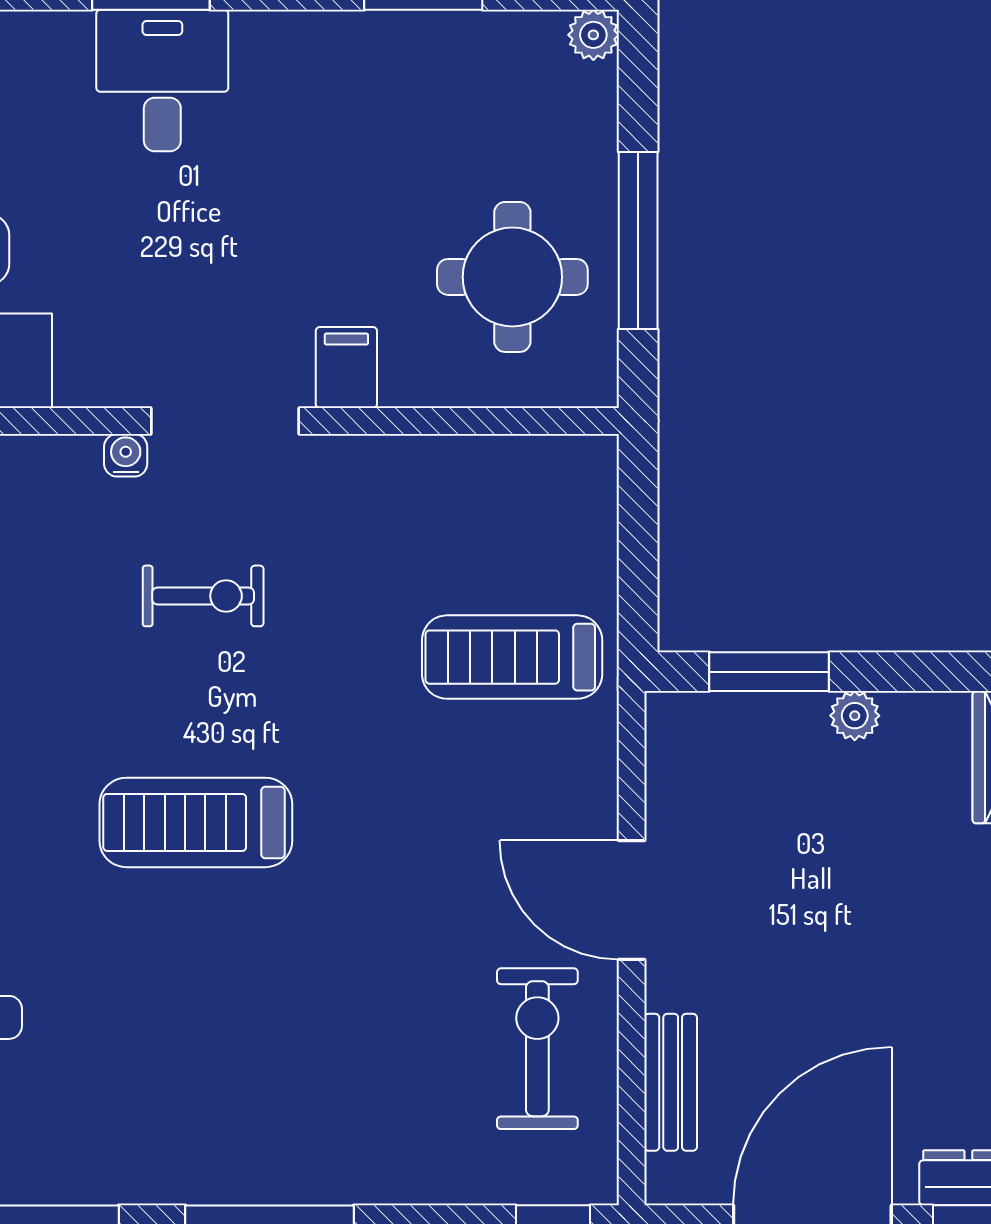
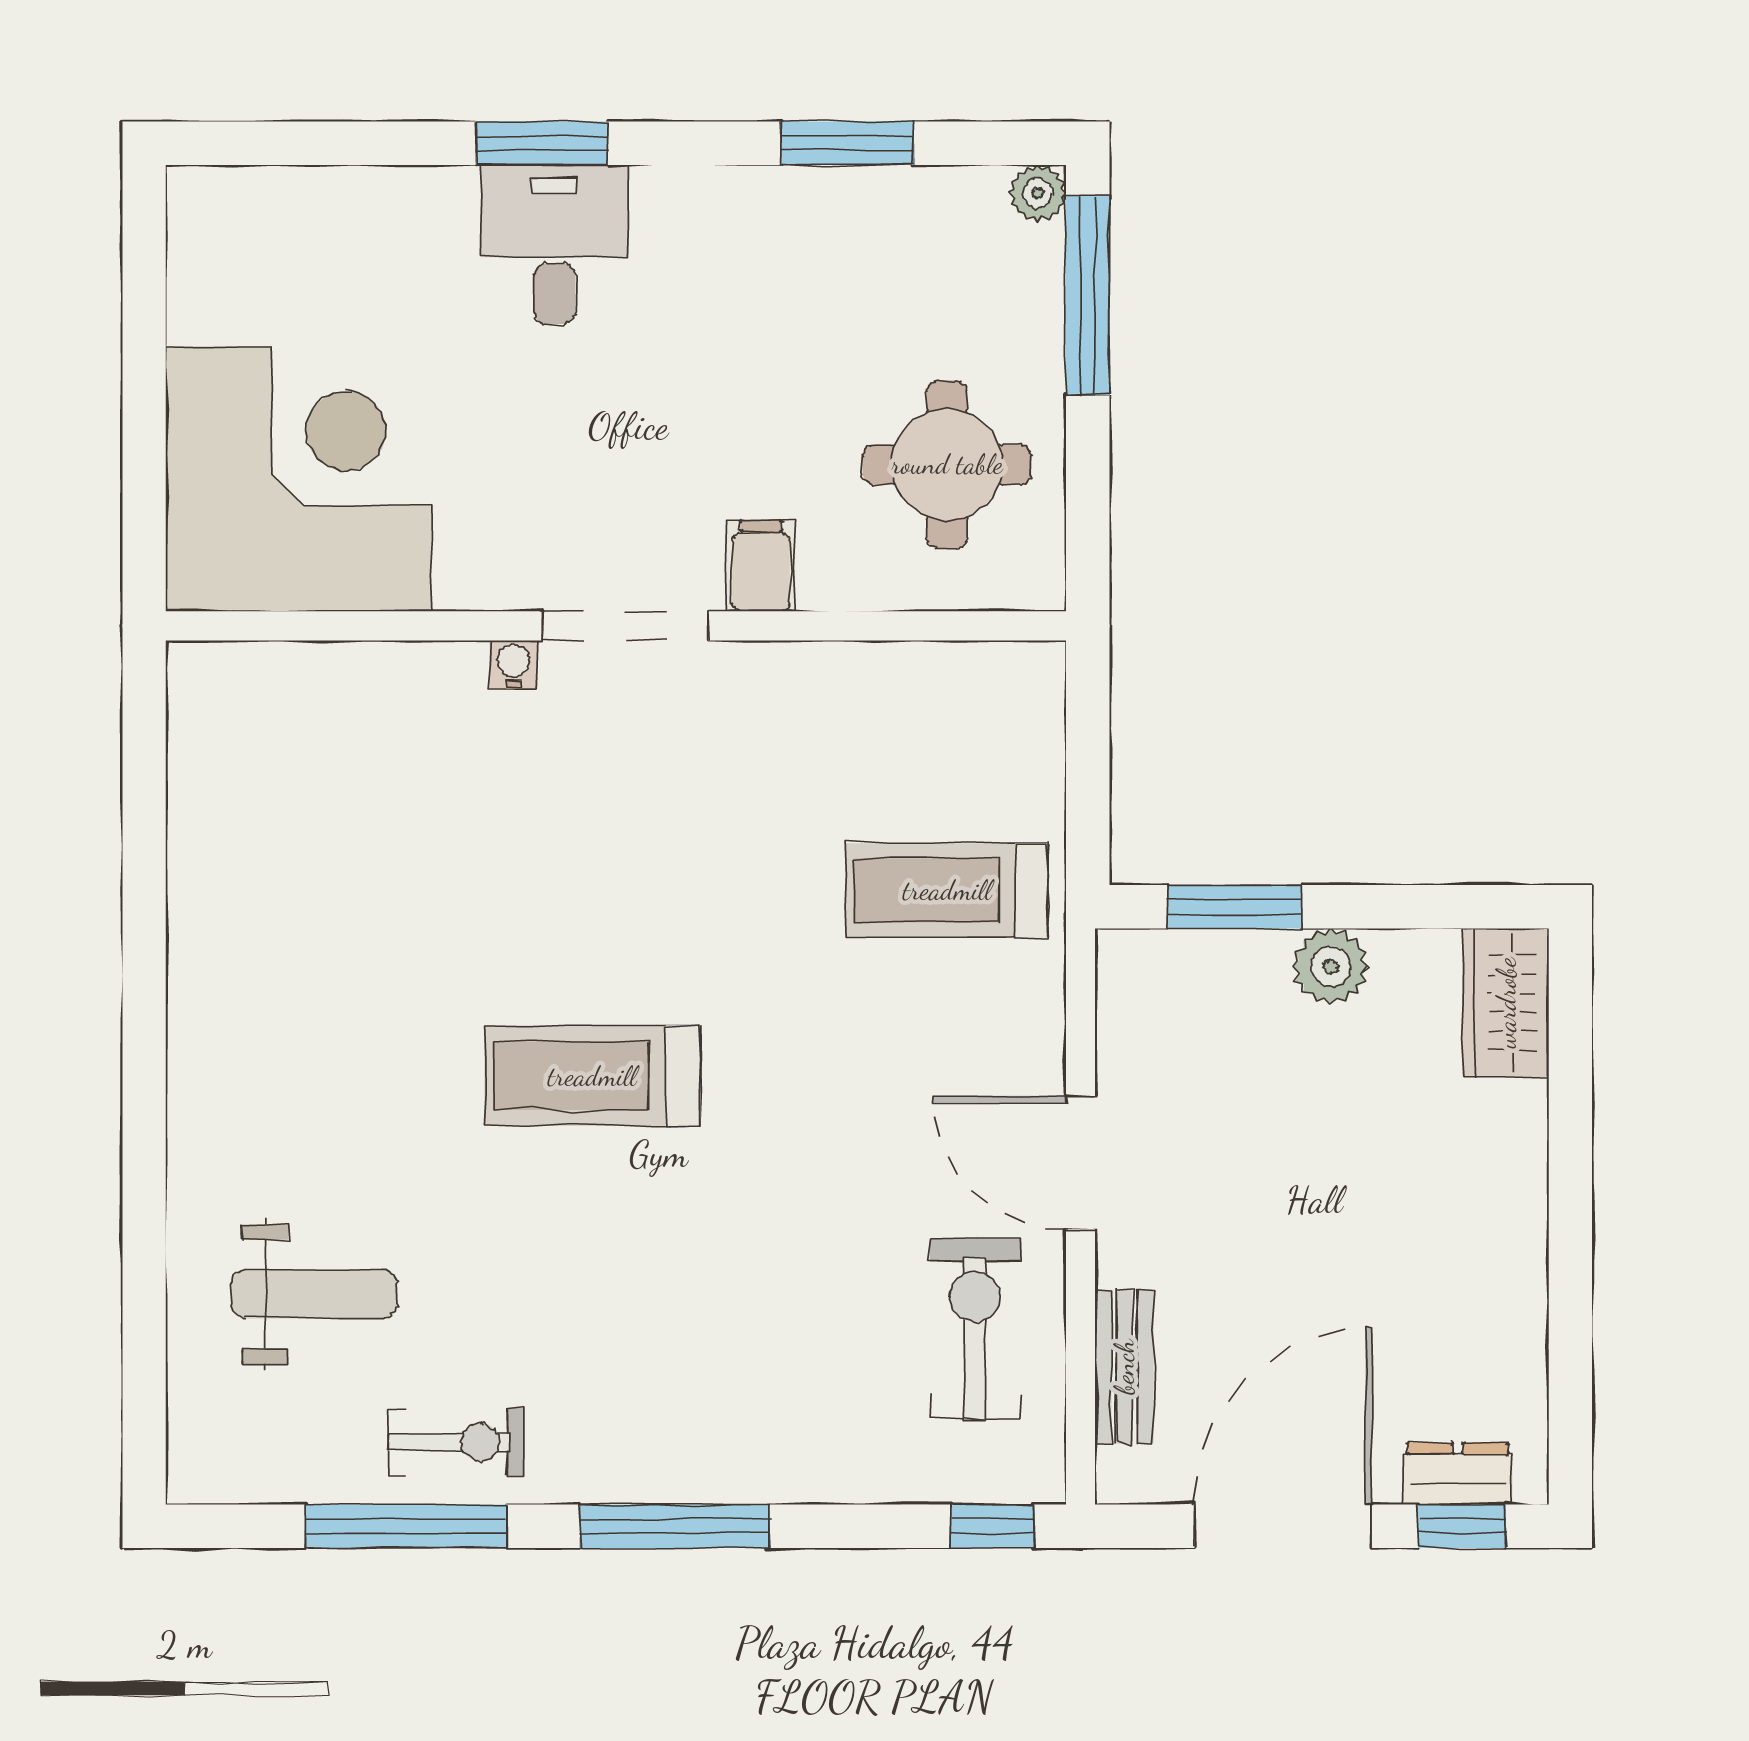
window: (638, 240) -> (1088, 295), moved
exercise bike: (203, 596) -> (456, 1442), moved
plant: (855, 716) -> (1331, 966), width x1.38, depth x1.38

